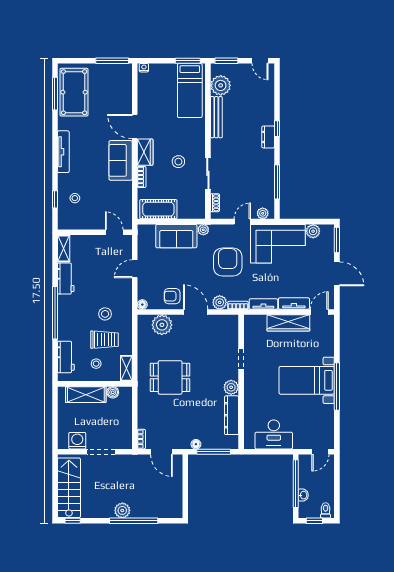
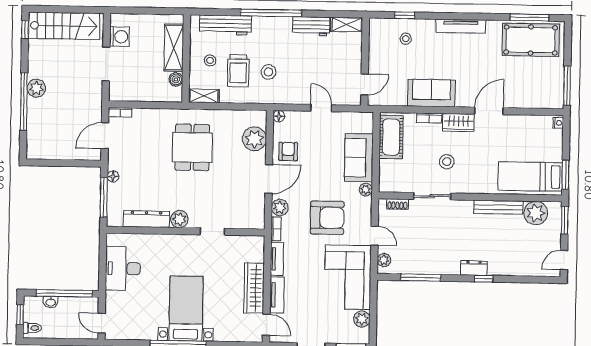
sofa: (121, 160) -> (431, 93), moved
workbench: (66, 357) -> (226, 25), width x1.38

